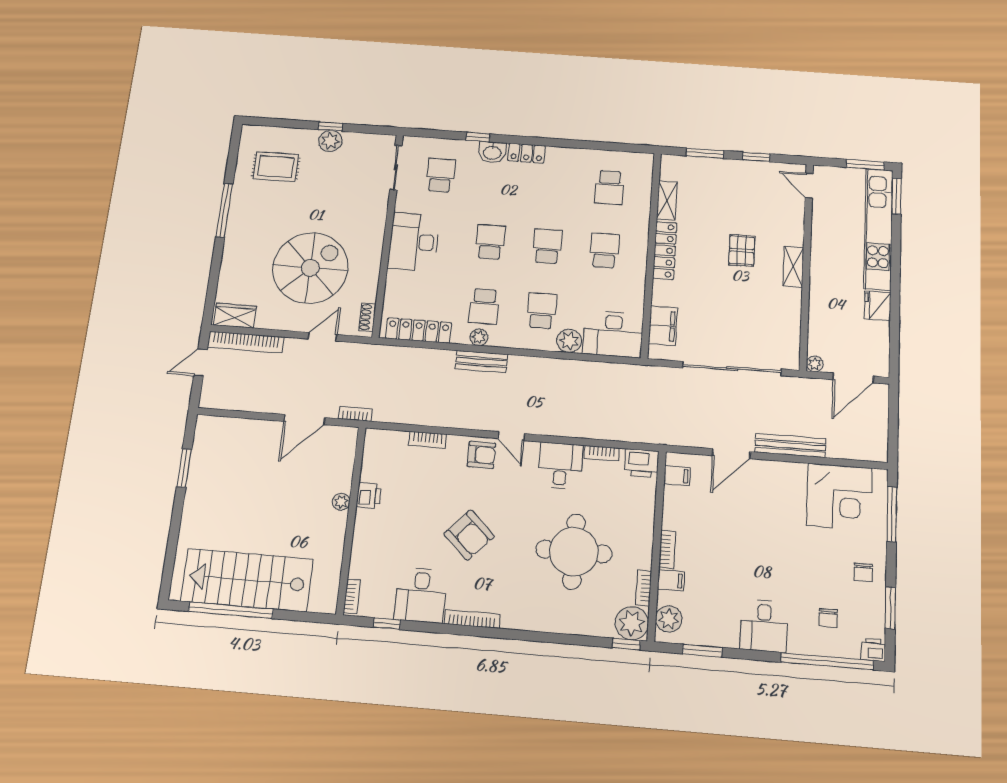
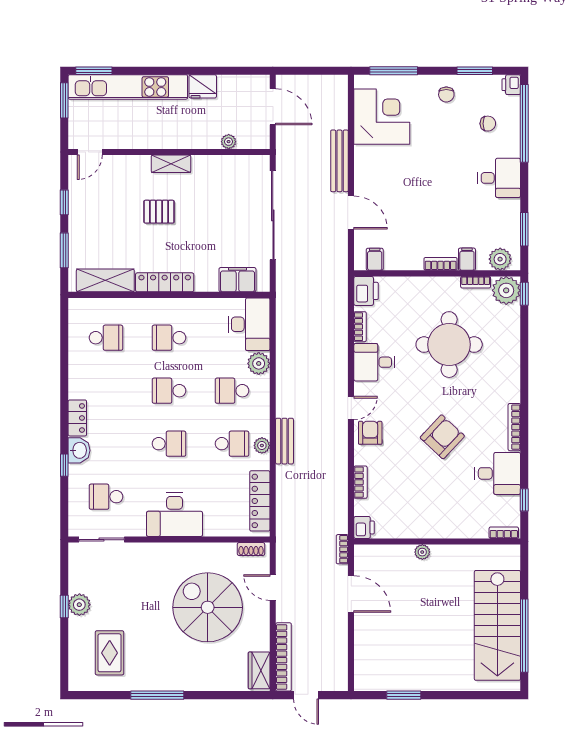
shelving: (667, 200) -> (105, 280), width x1.50, depth x1.33
school desk: (490, 242) -> (169, 444), turned 180
plant: (815, 364) -> (229, 142), moved
printer: (369, 495) -> (364, 527), moved, turned 90
chair: (863, 572) -> (446, 95), turned 90

